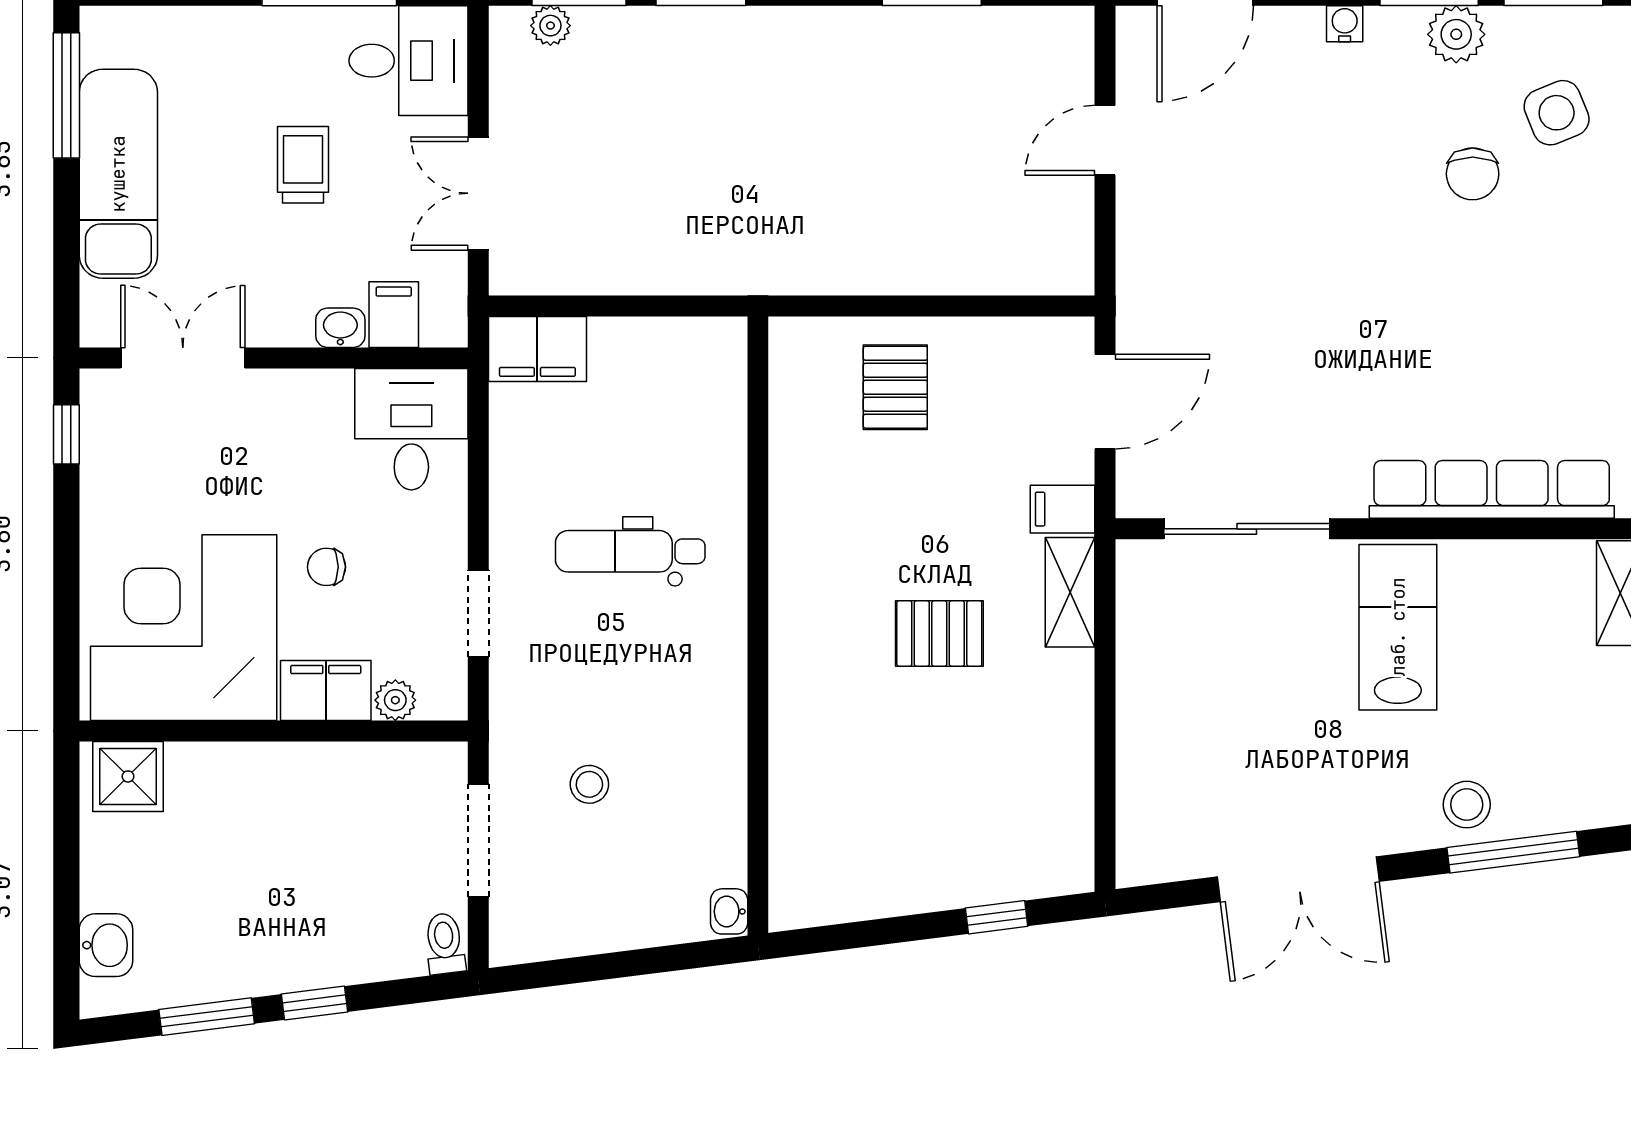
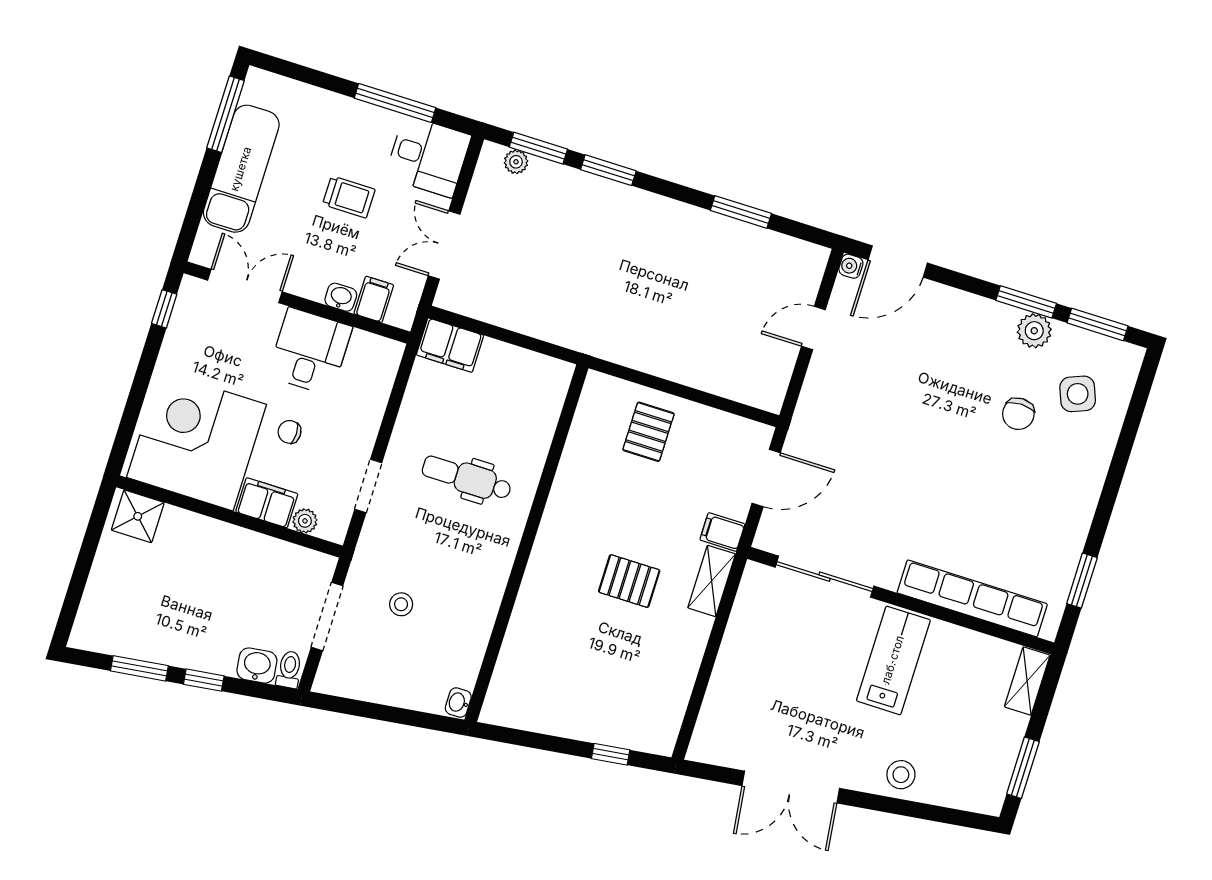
water cooler: (1345, 24) -> (851, 266), moved, turned -90
trolley: (303, 165) -> (349, 197), turned 90
desk: (411, 429) -> (310, 351), moved
window: (1513, 852) -> (919, 810), removed
washbasin: (106, 945) -> (257, 666), moved, turned -97

